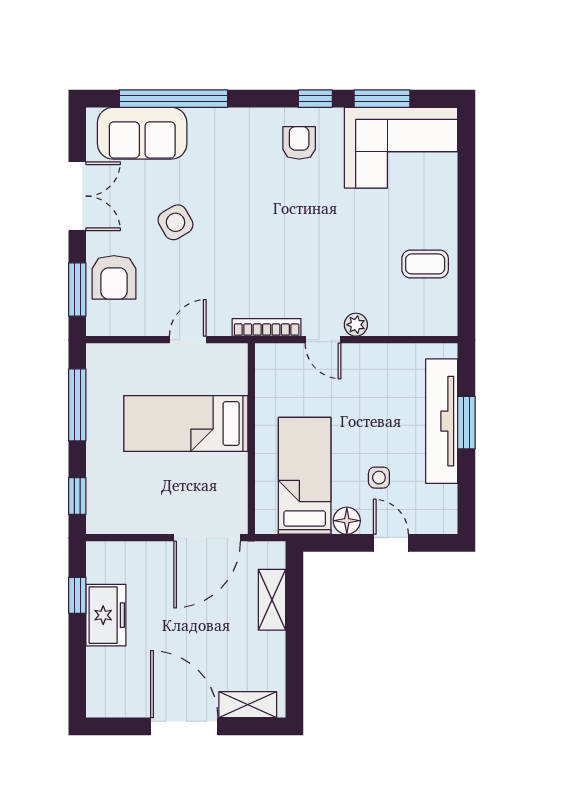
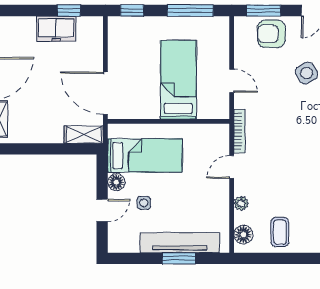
floor lamp: (429, 321) -> (243, 235), added
plant: (356, 325) -> (241, 203), moved
shelving: (272, 600) -> (84, 135), moved

